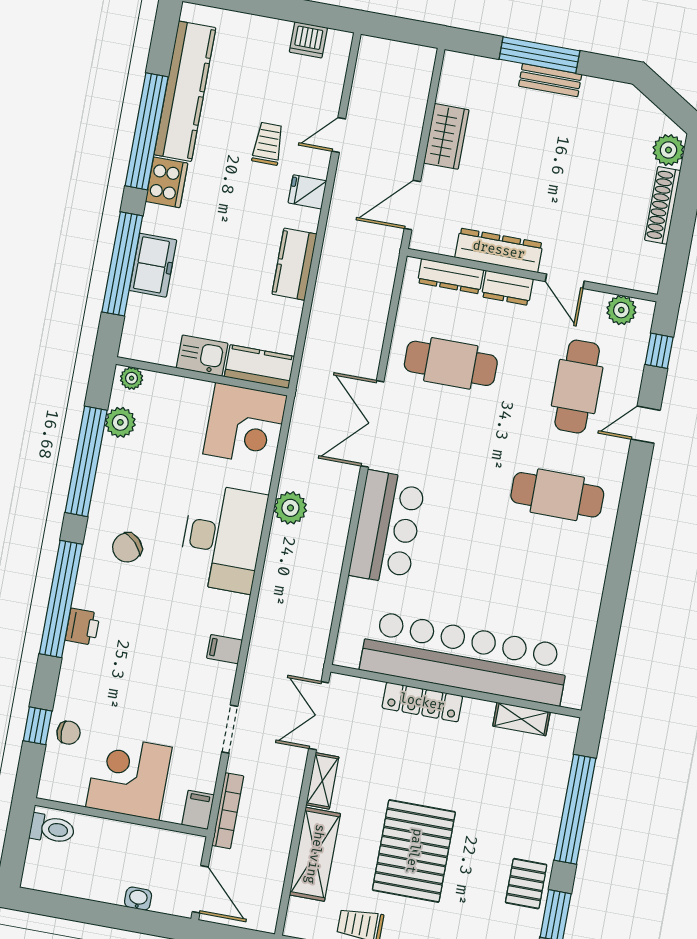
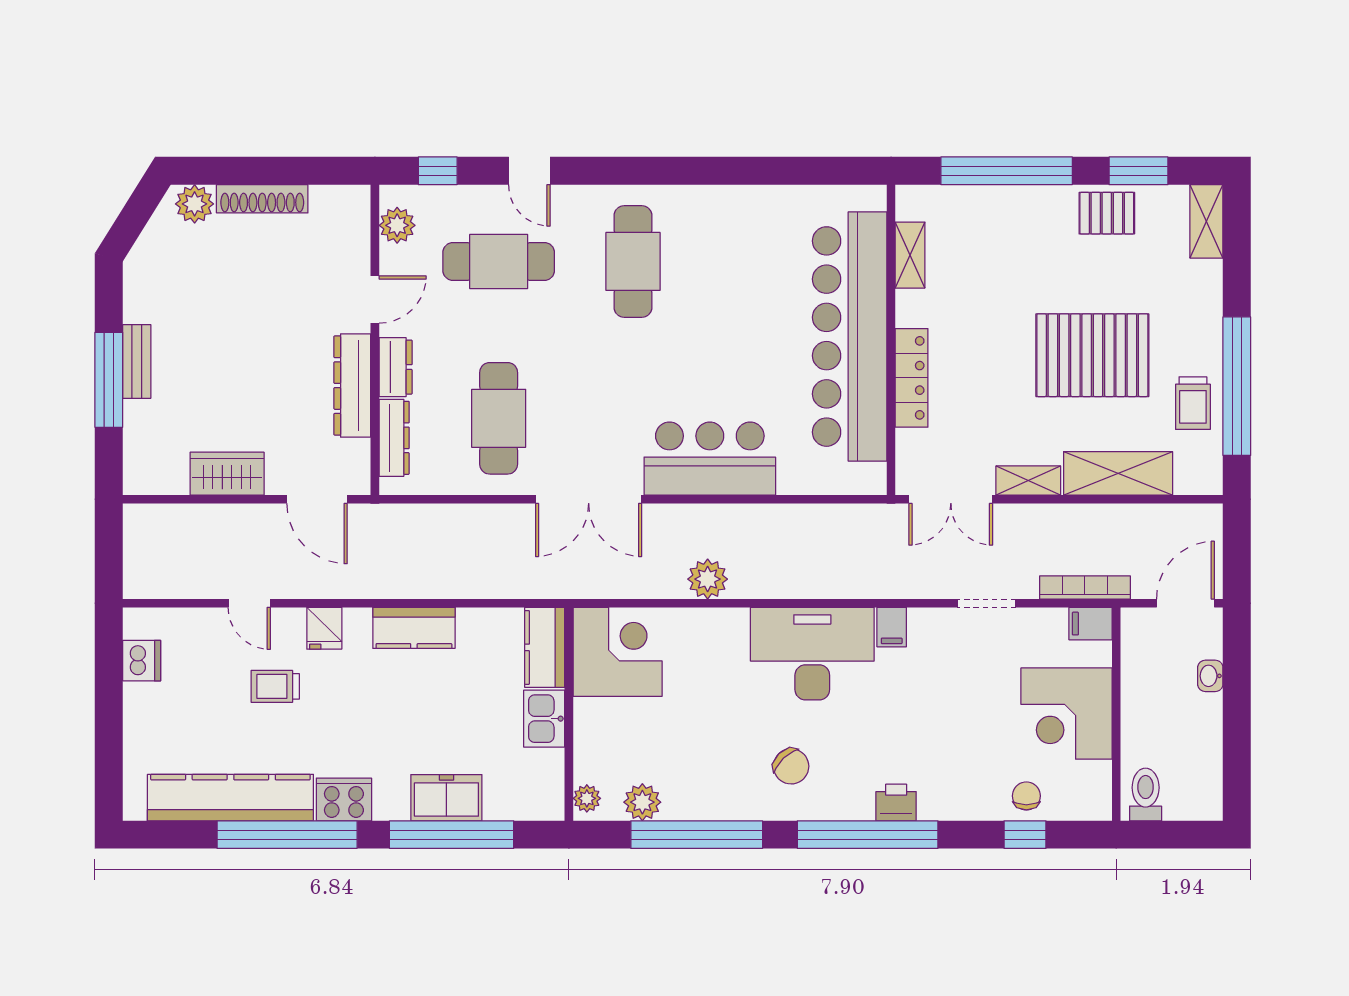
desk: (223, 538) -> (812, 654), moved

